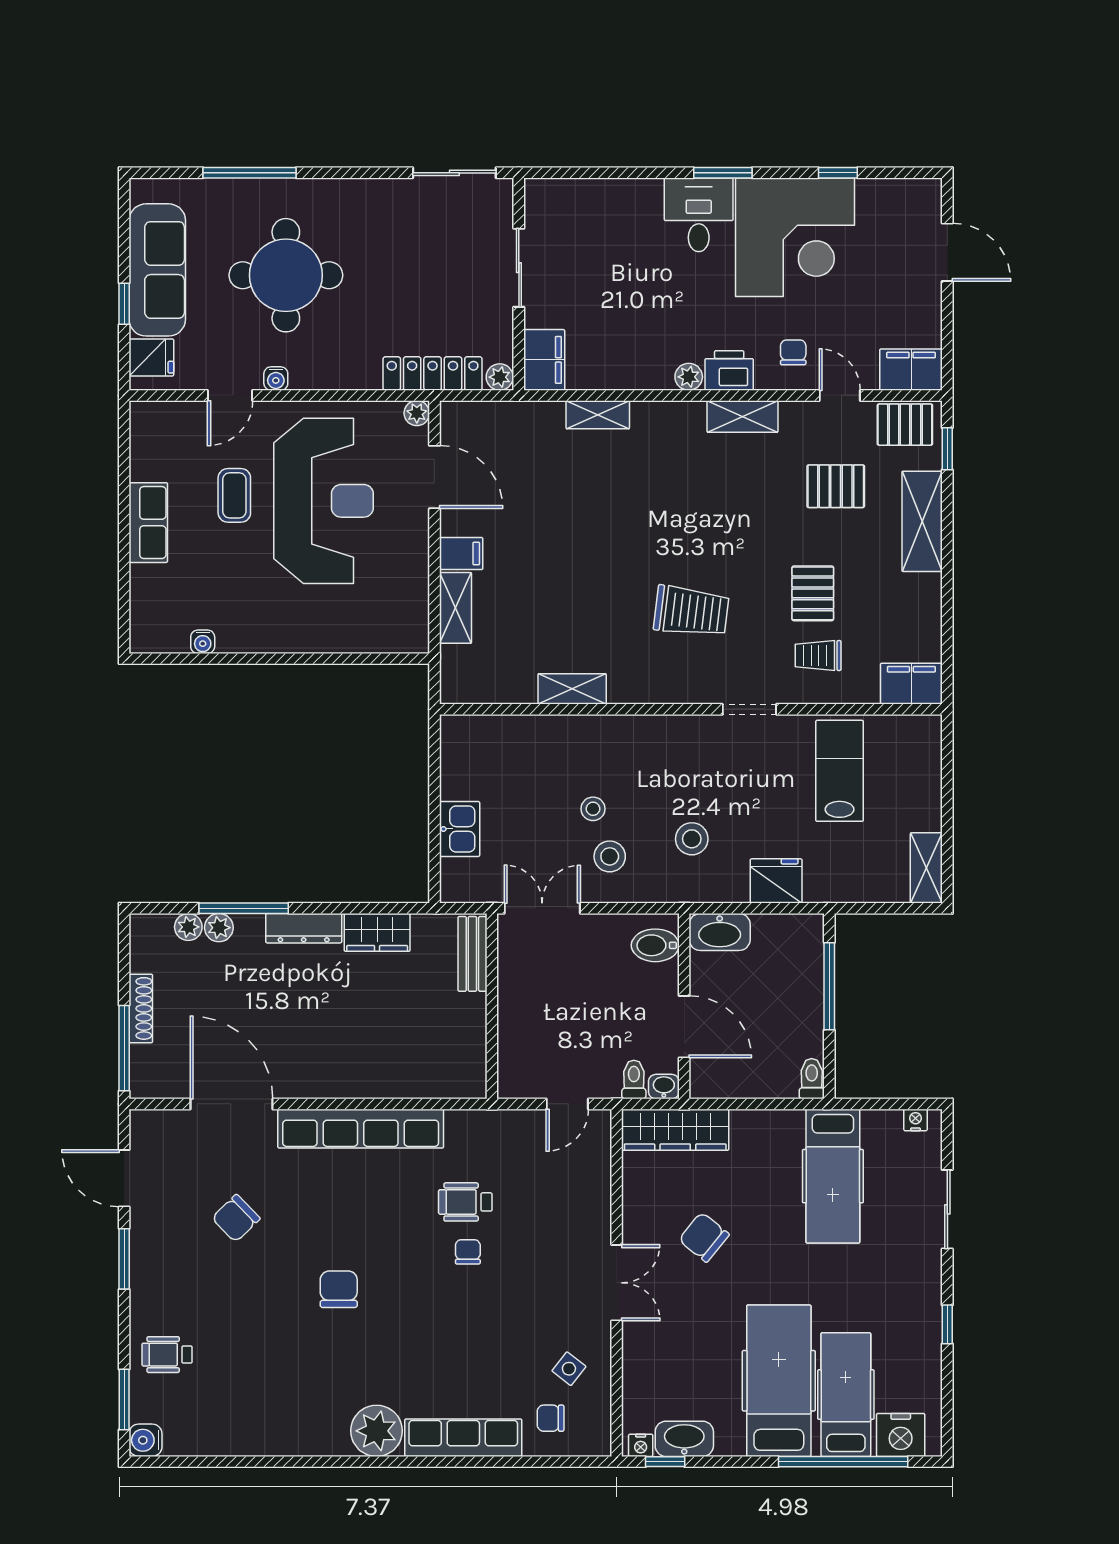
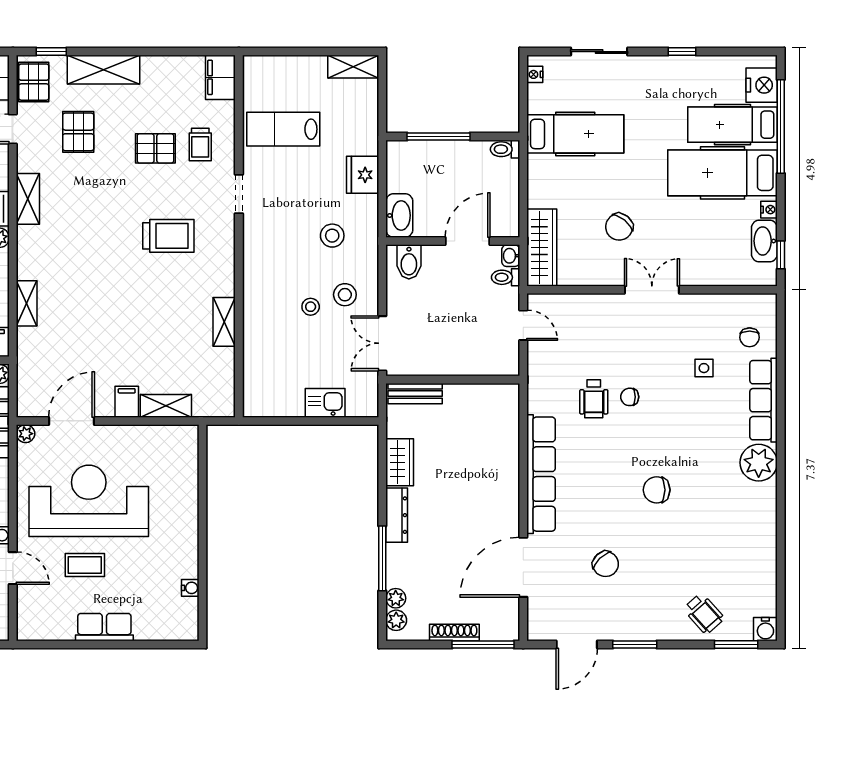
trolley: (691, 611) -> (168, 236), turned 83
plant: (219, 928) -> (396, 620), moved
wheelchair: (167, 1355) -> (704, 614), turned -42
side table: (569, 1369) -> (704, 368), moved, turned -38
nightstand: (641, 1445) -> (769, 210), moved

